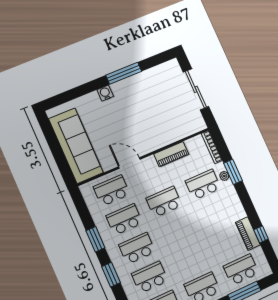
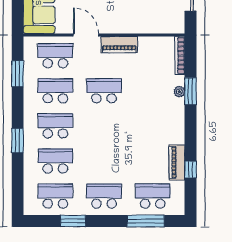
piano: (171, 154) -> (119, 45), moved
school desk: (203, 185) -> (153, 91), removed
window: (95, 239) -> (18, 74), moved

